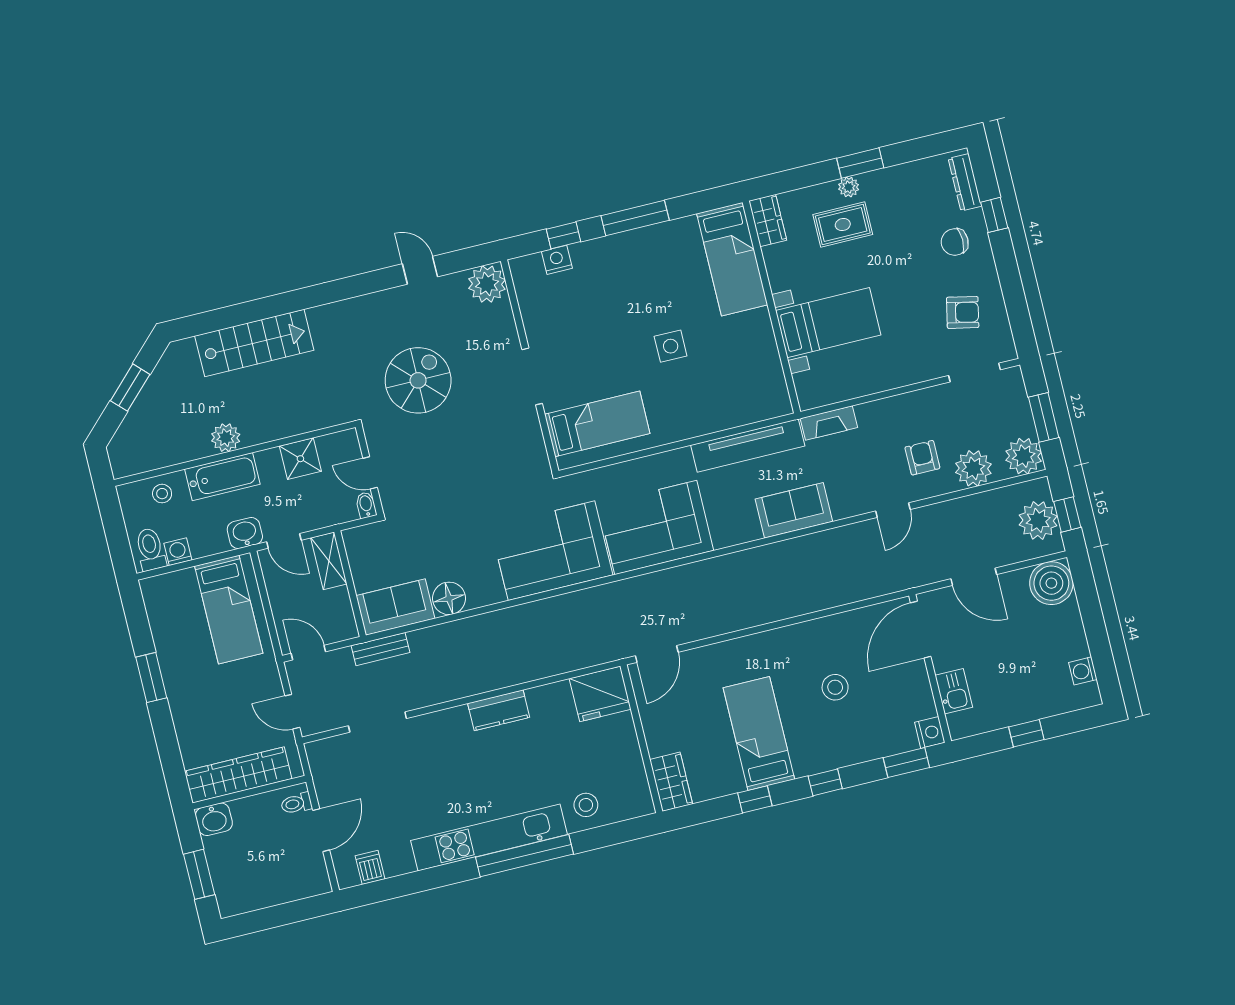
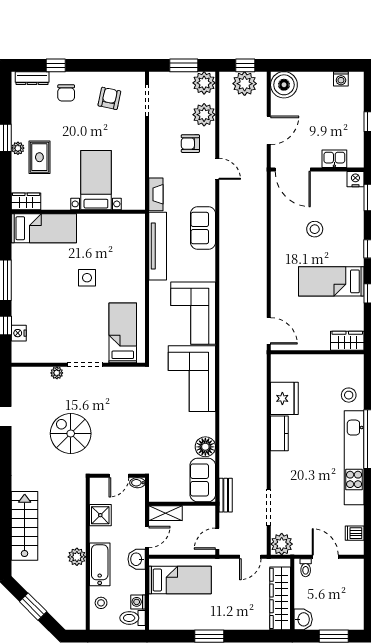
plant: (487, 284) -> (57, 373), moved, width x0.53, depth x0.53
fridge: (600, 694) -> (284, 398), moved
plant: (325, 756) -> (282, 544), added

